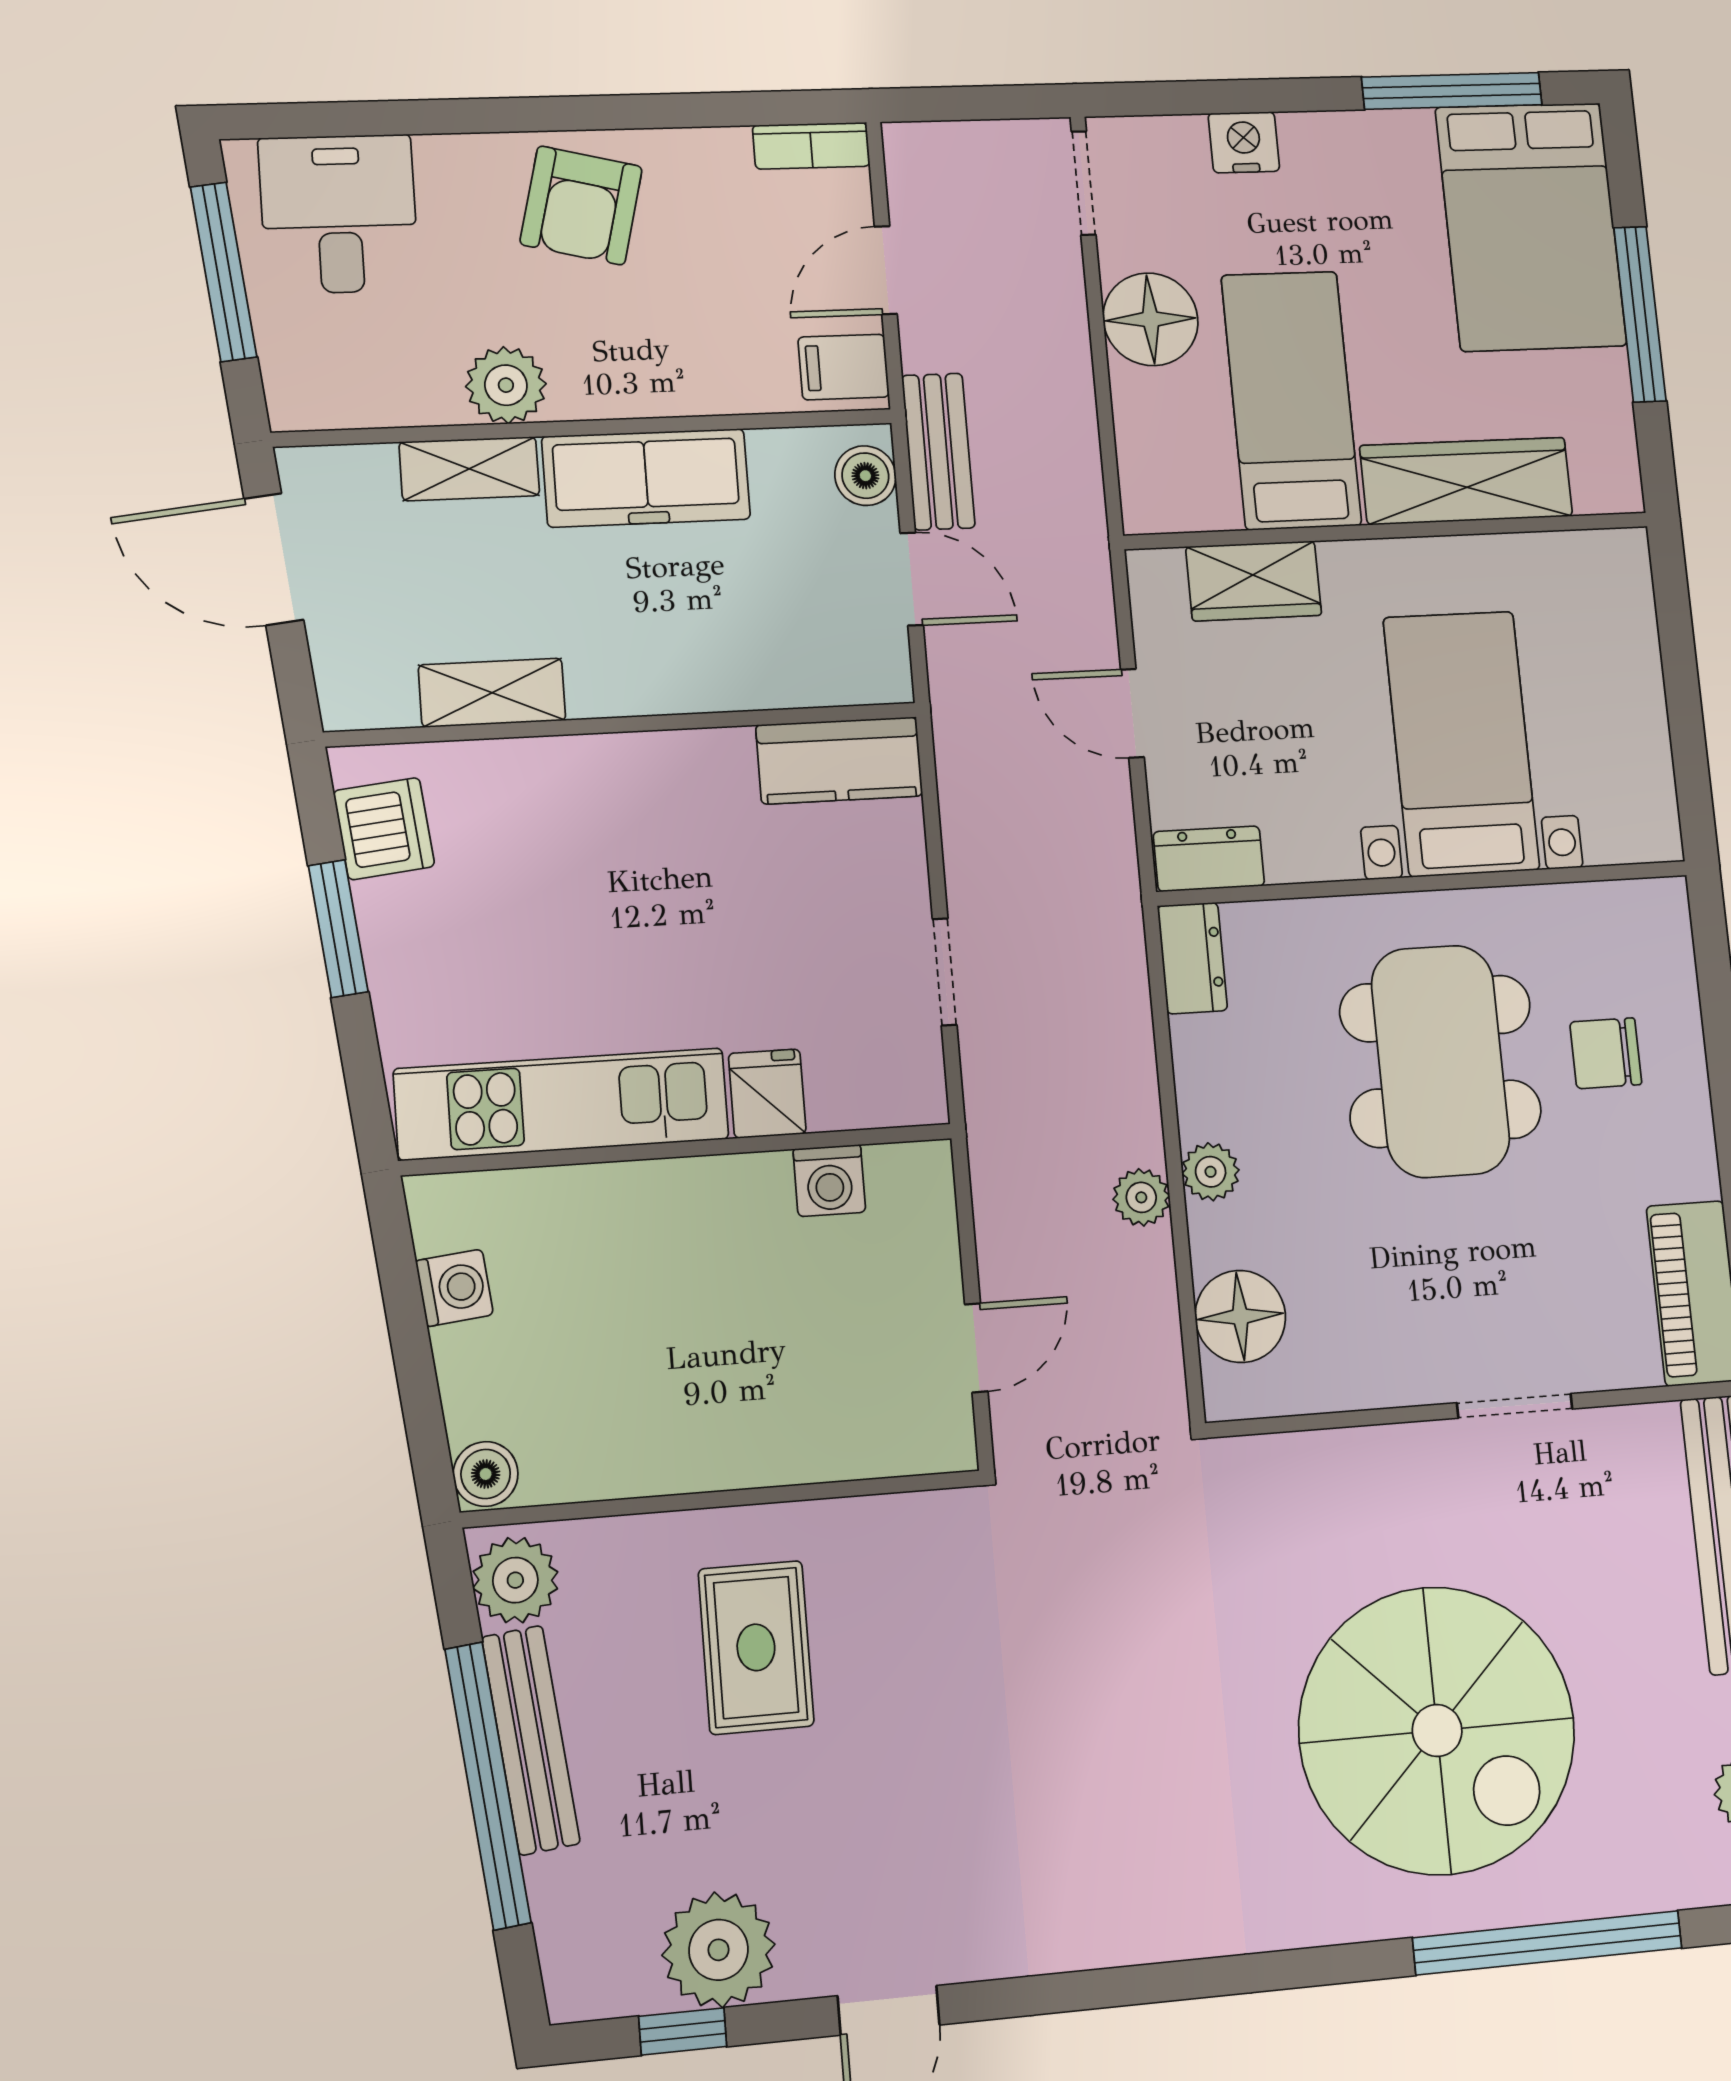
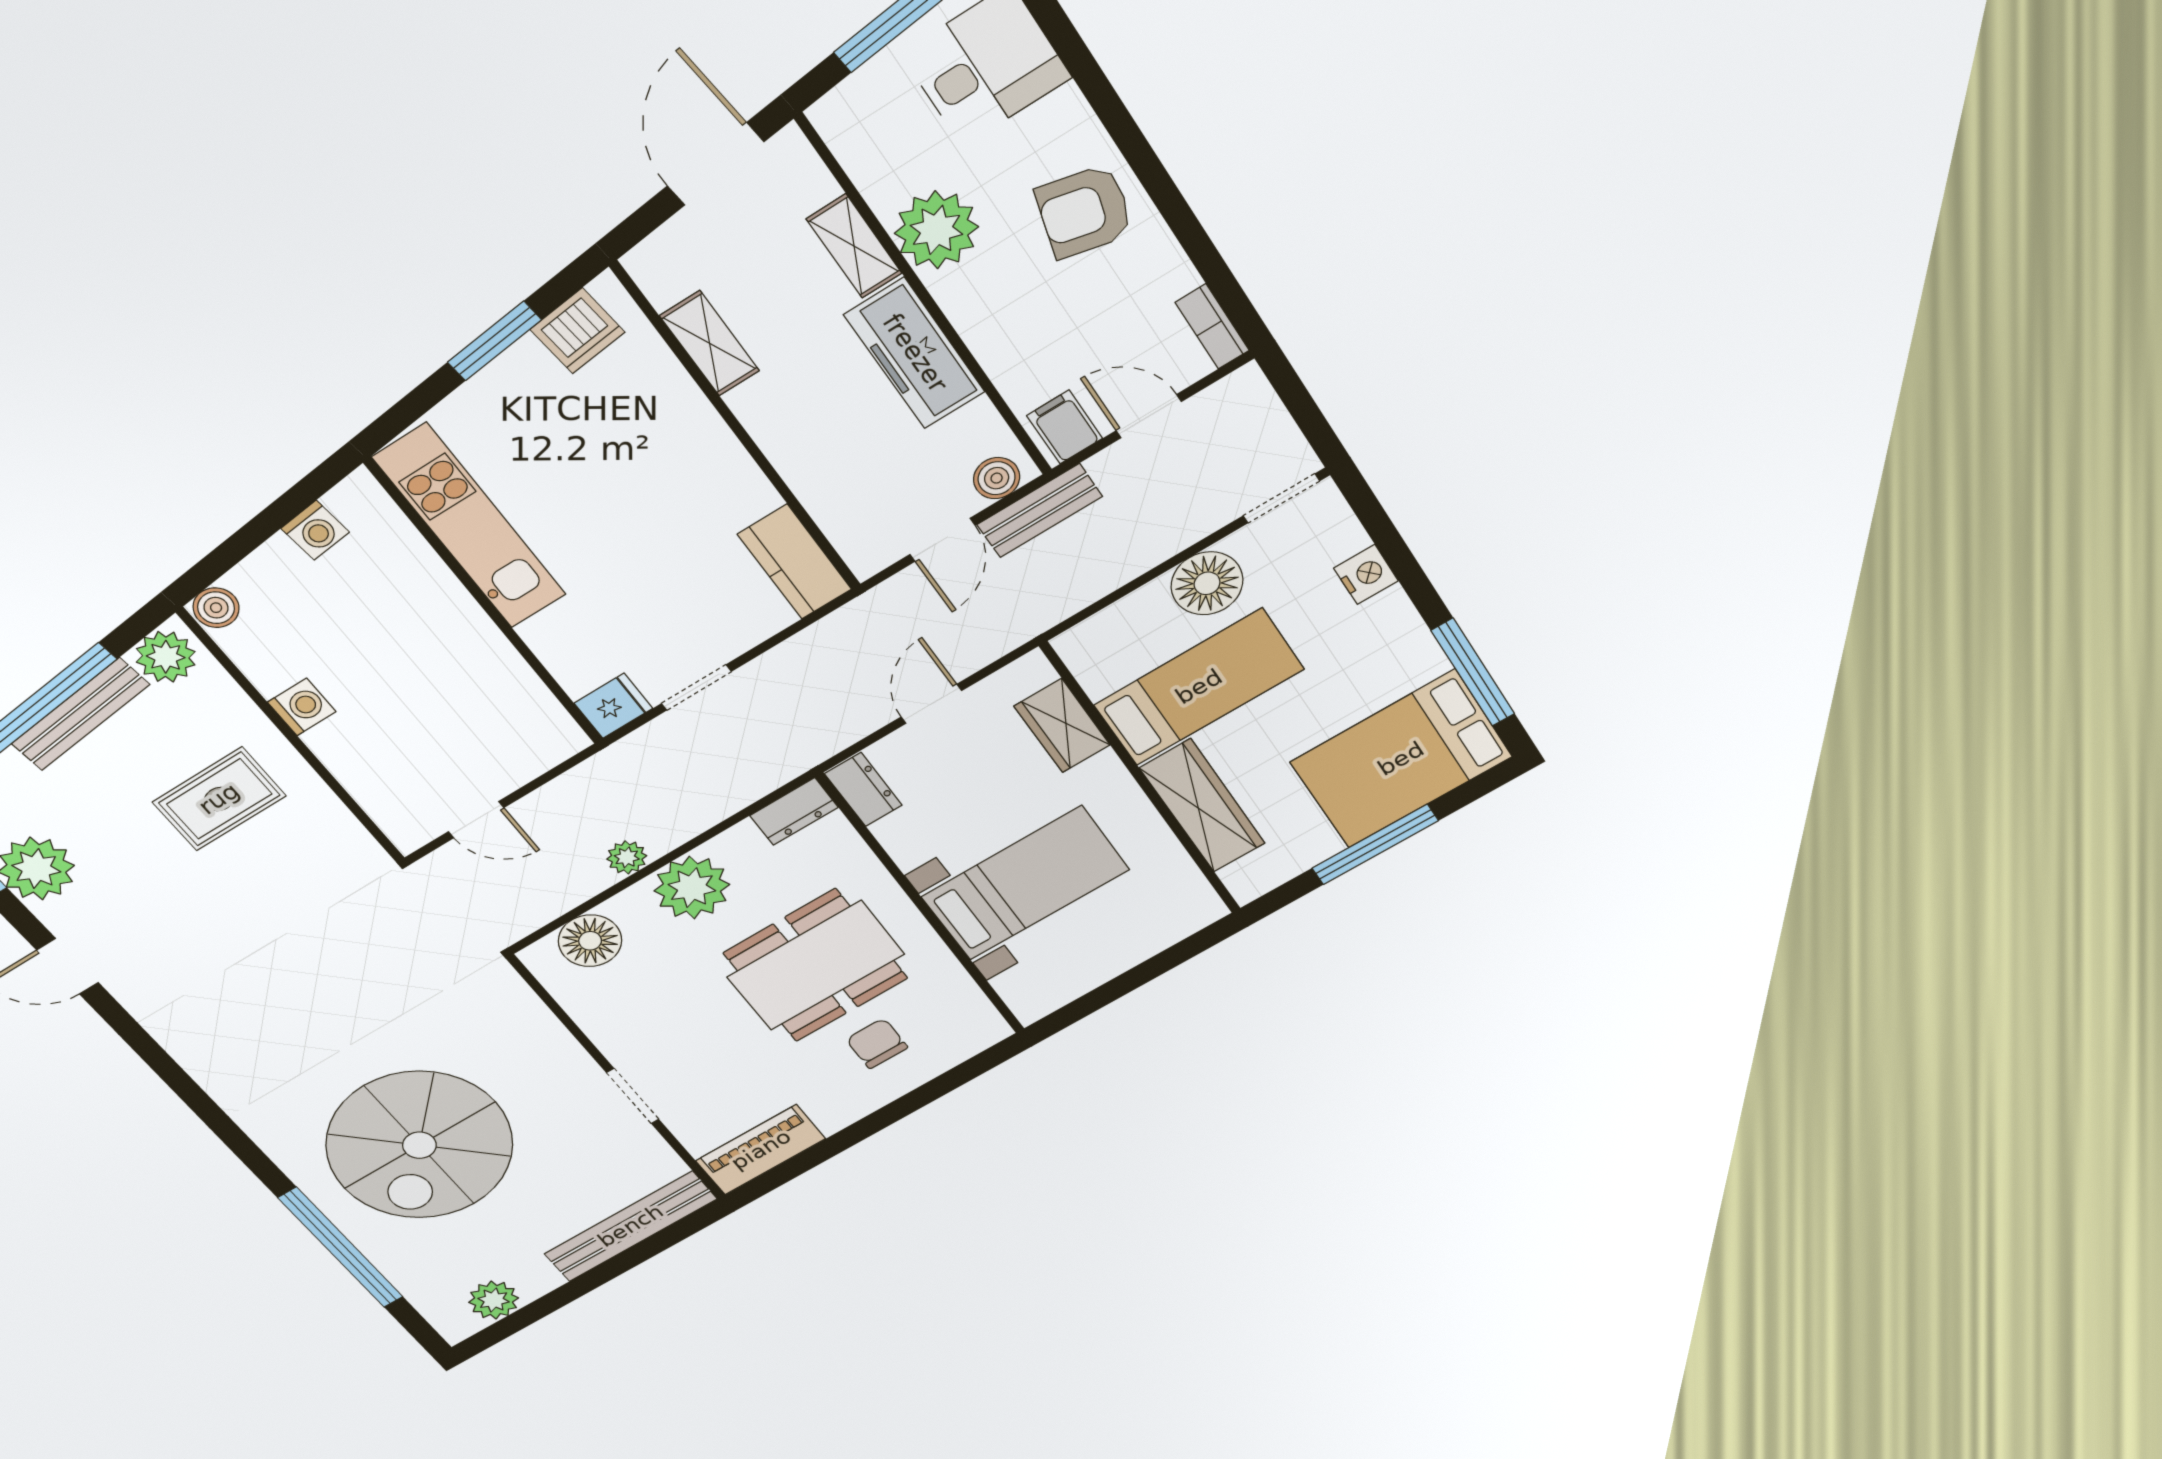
plant: (506, 385) -> (936, 230), width x1.36, depth x1.36
fridge: (767, 1094) -> (613, 706), moved
plant: (1211, 1172) -> (692, 888), width x1.88, depth x1.88
washing machine: (829, 1181) -> (302, 707), moved, turned 180

